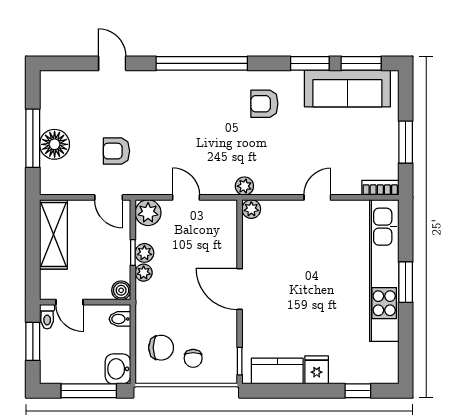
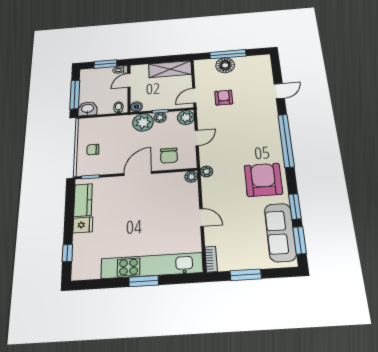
armchair: (264, 104) -> (263, 180), width x1.88, depth x1.88
plant: (144, 273) -> (143, 122), width x1.87, depth x1.87
chair: (161, 348) -> (169, 156), moved

